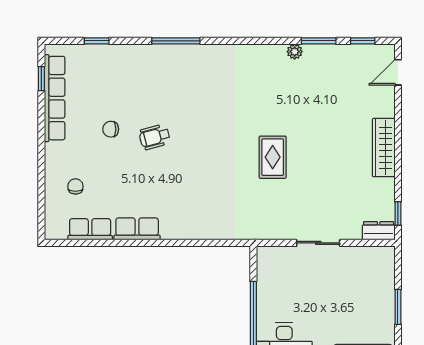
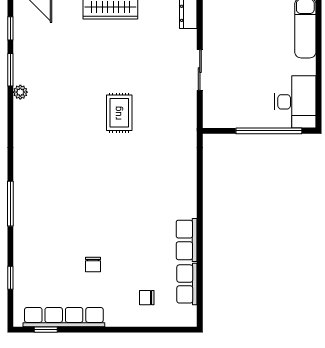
wheelchair: (155, 137) -> (100, 224), removed
rug: (273, 157) -> (119, 113), turned 90

